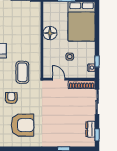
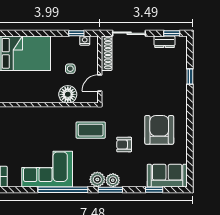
floor lamp: (50, 33) -> (68, 94), moved

